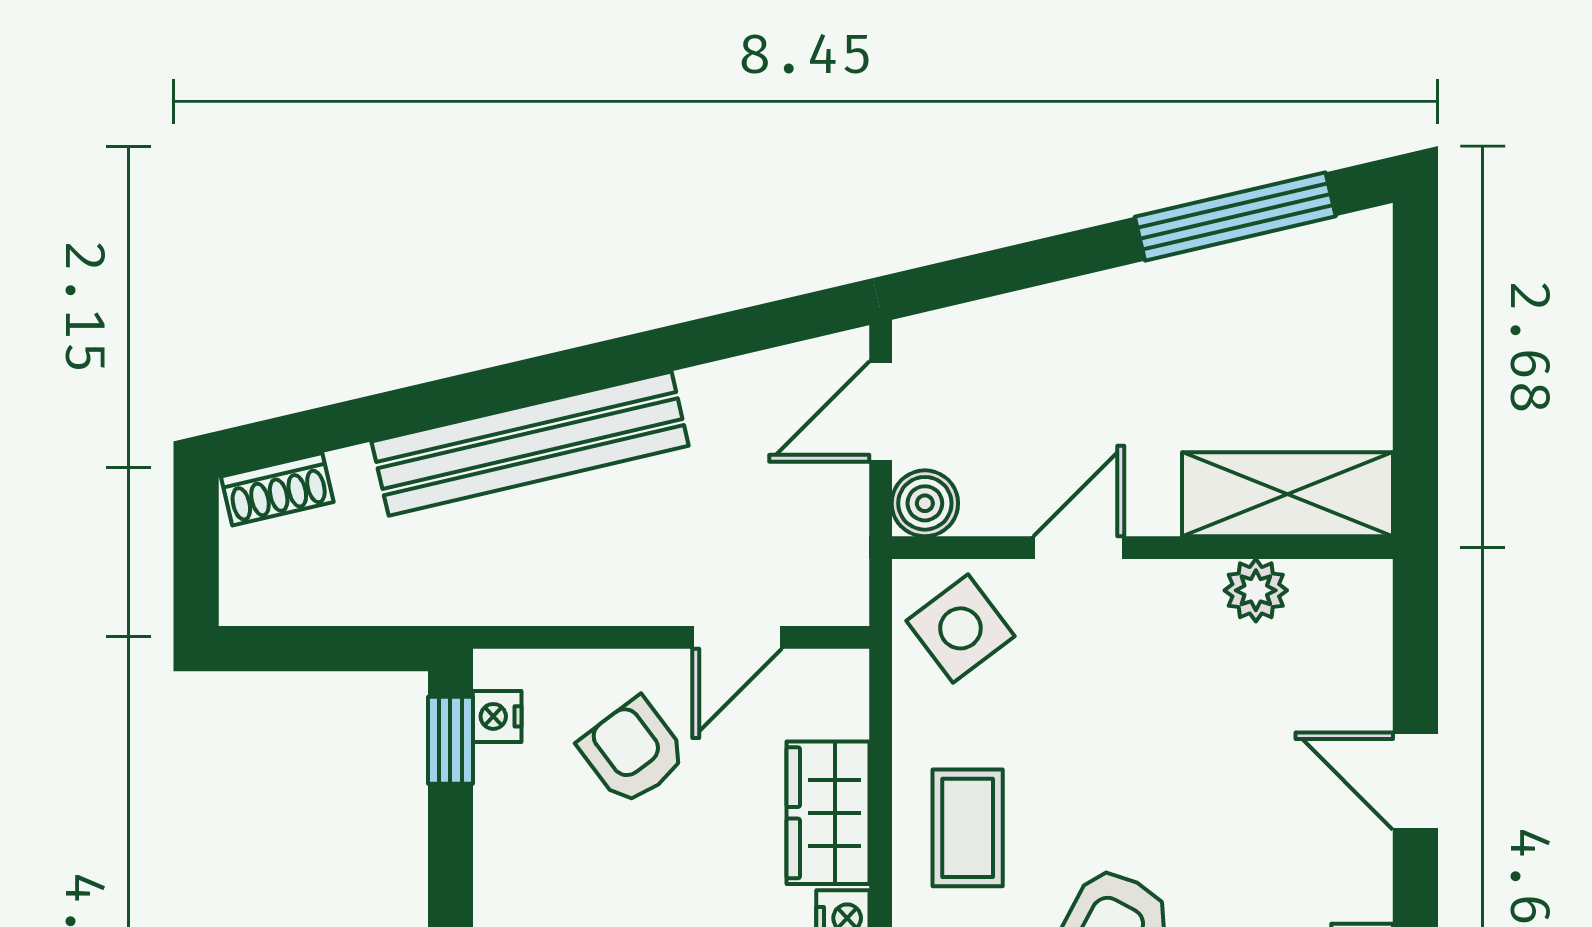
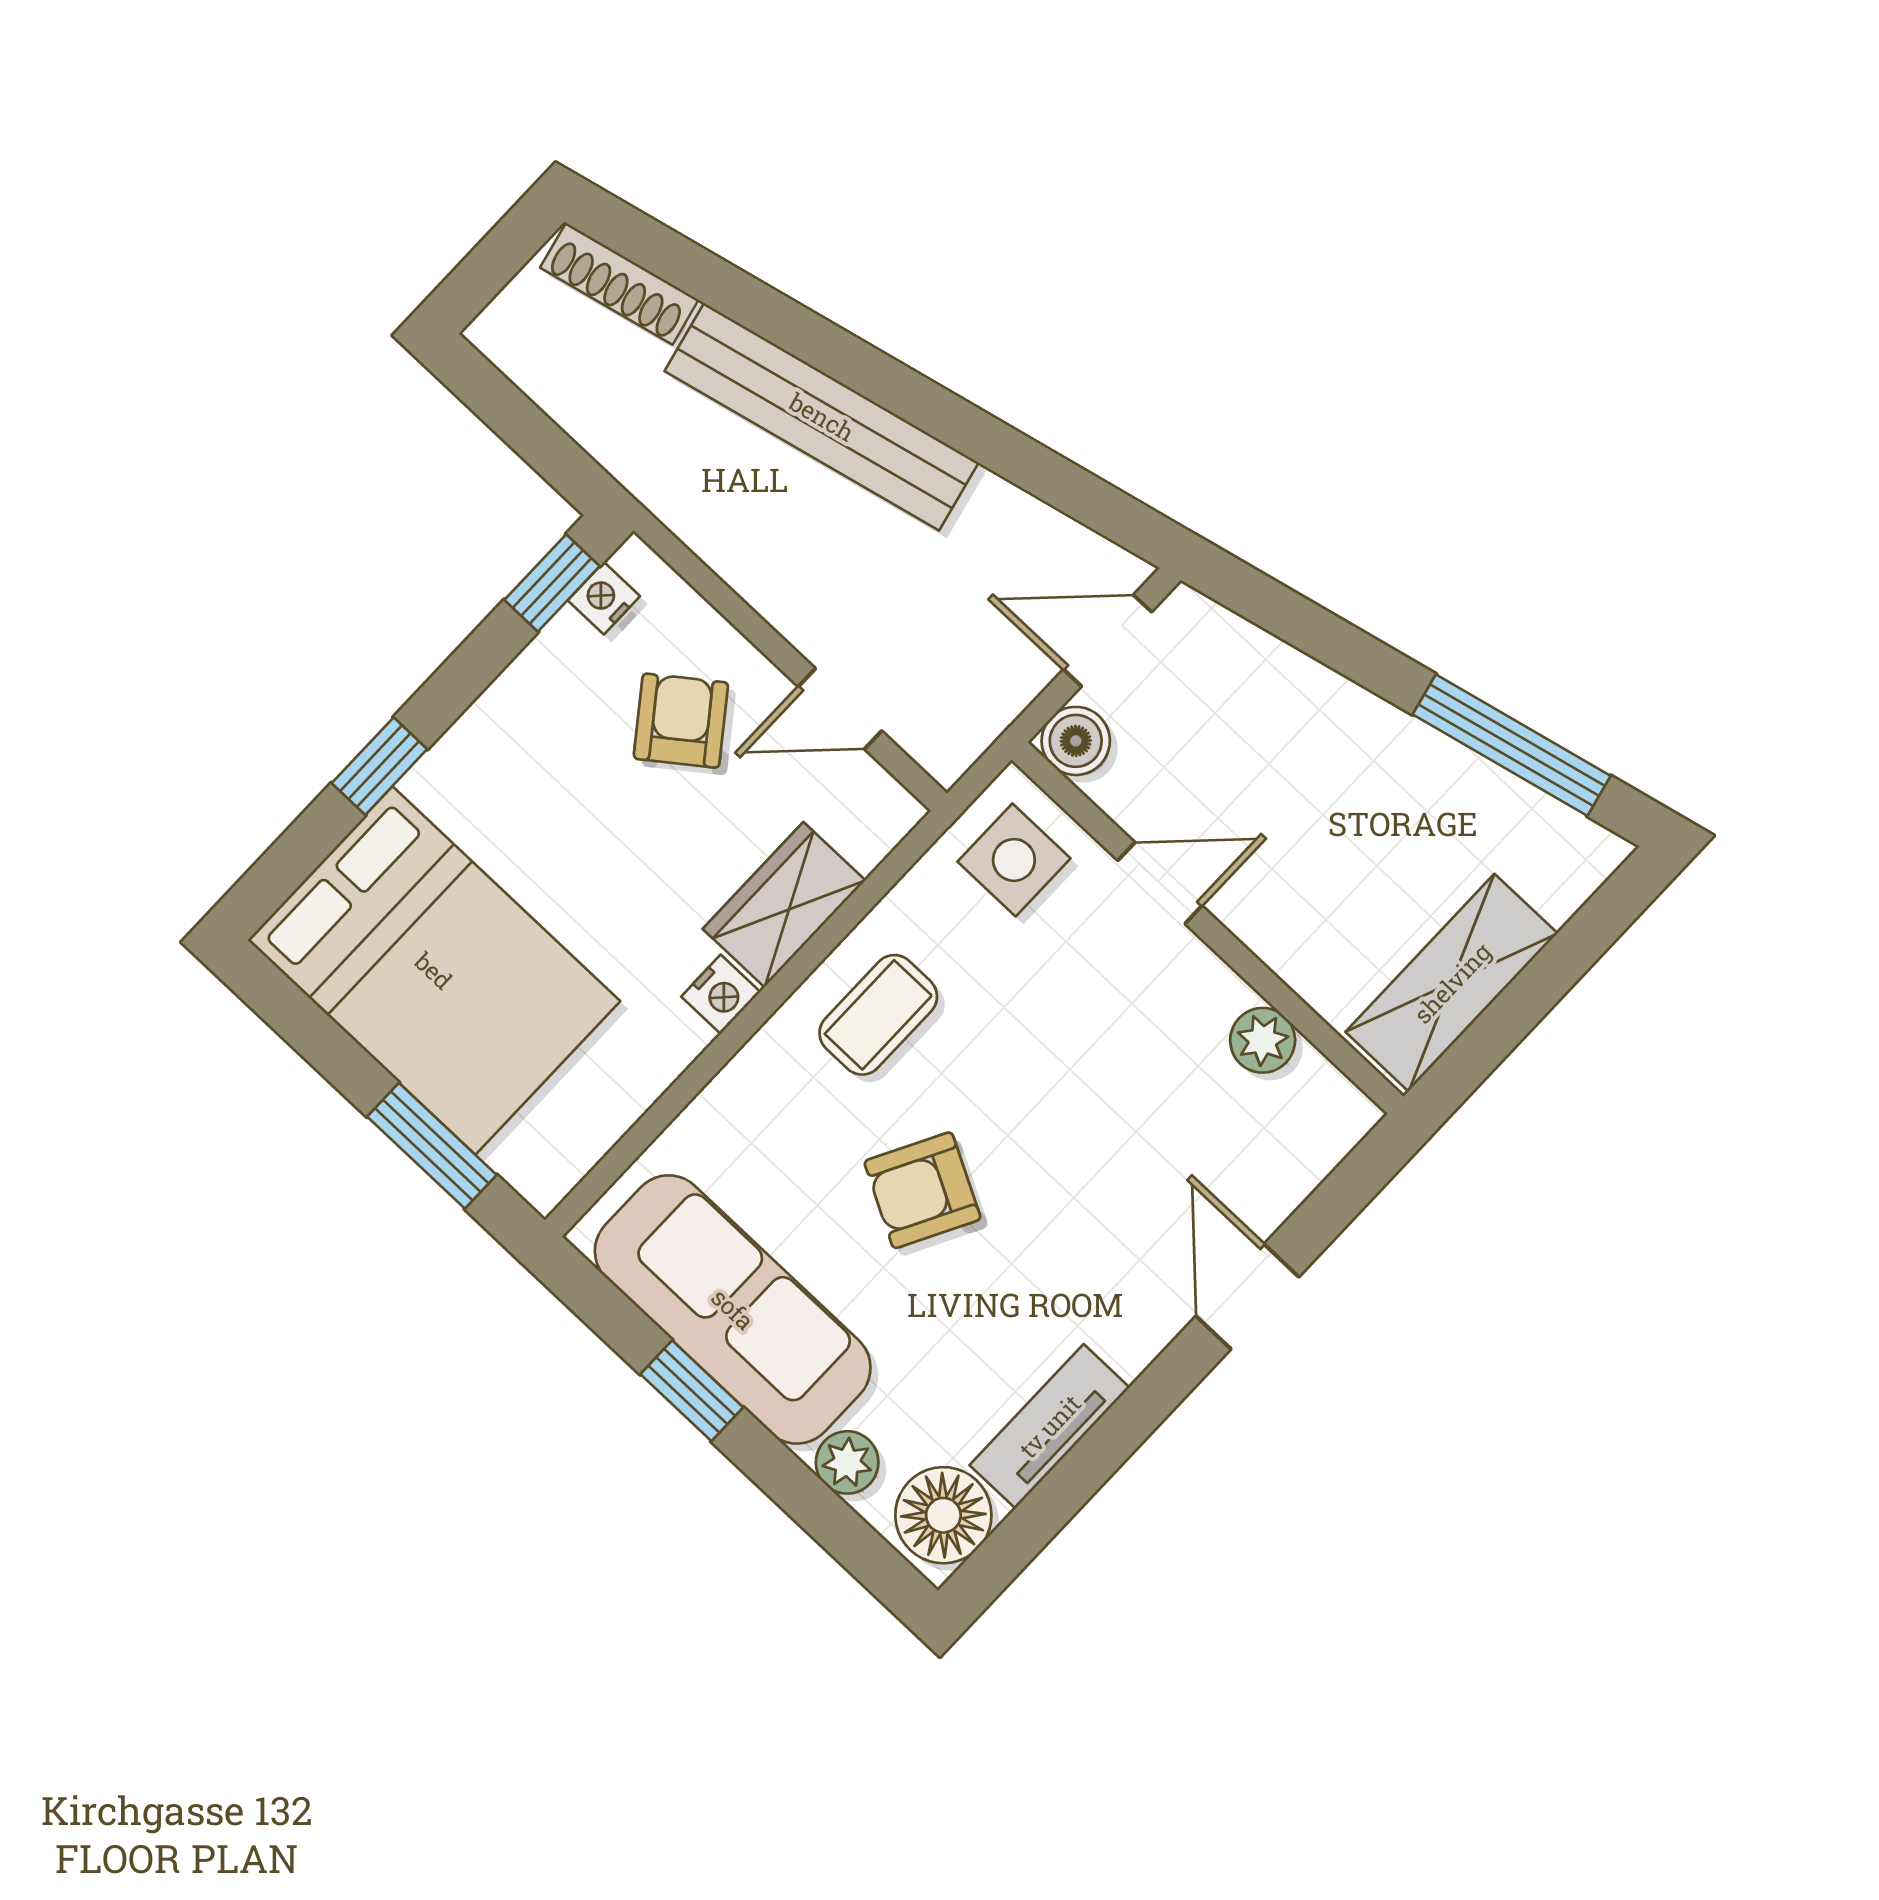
shoe rack: (277, 489) -> (619, 284), width x1.43
shelving: (1288, 494) -> (1452, 983), moved, turned 90
side table: (960, 628) -> (1014, 860), turned 37

